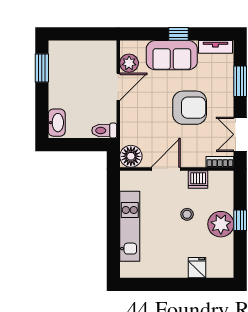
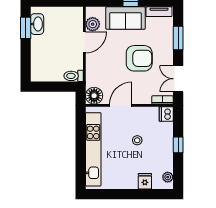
washbasin: (57, 123) -> (37, 24), moved
dishwasher: (198, 180) -> (166, 114), moved, turned 90
plant: (221, 224) -> (168, 177), moved, width x0.53, depth x0.53
kitchen unit: (130, 226) -> (93, 149), width x1.36

